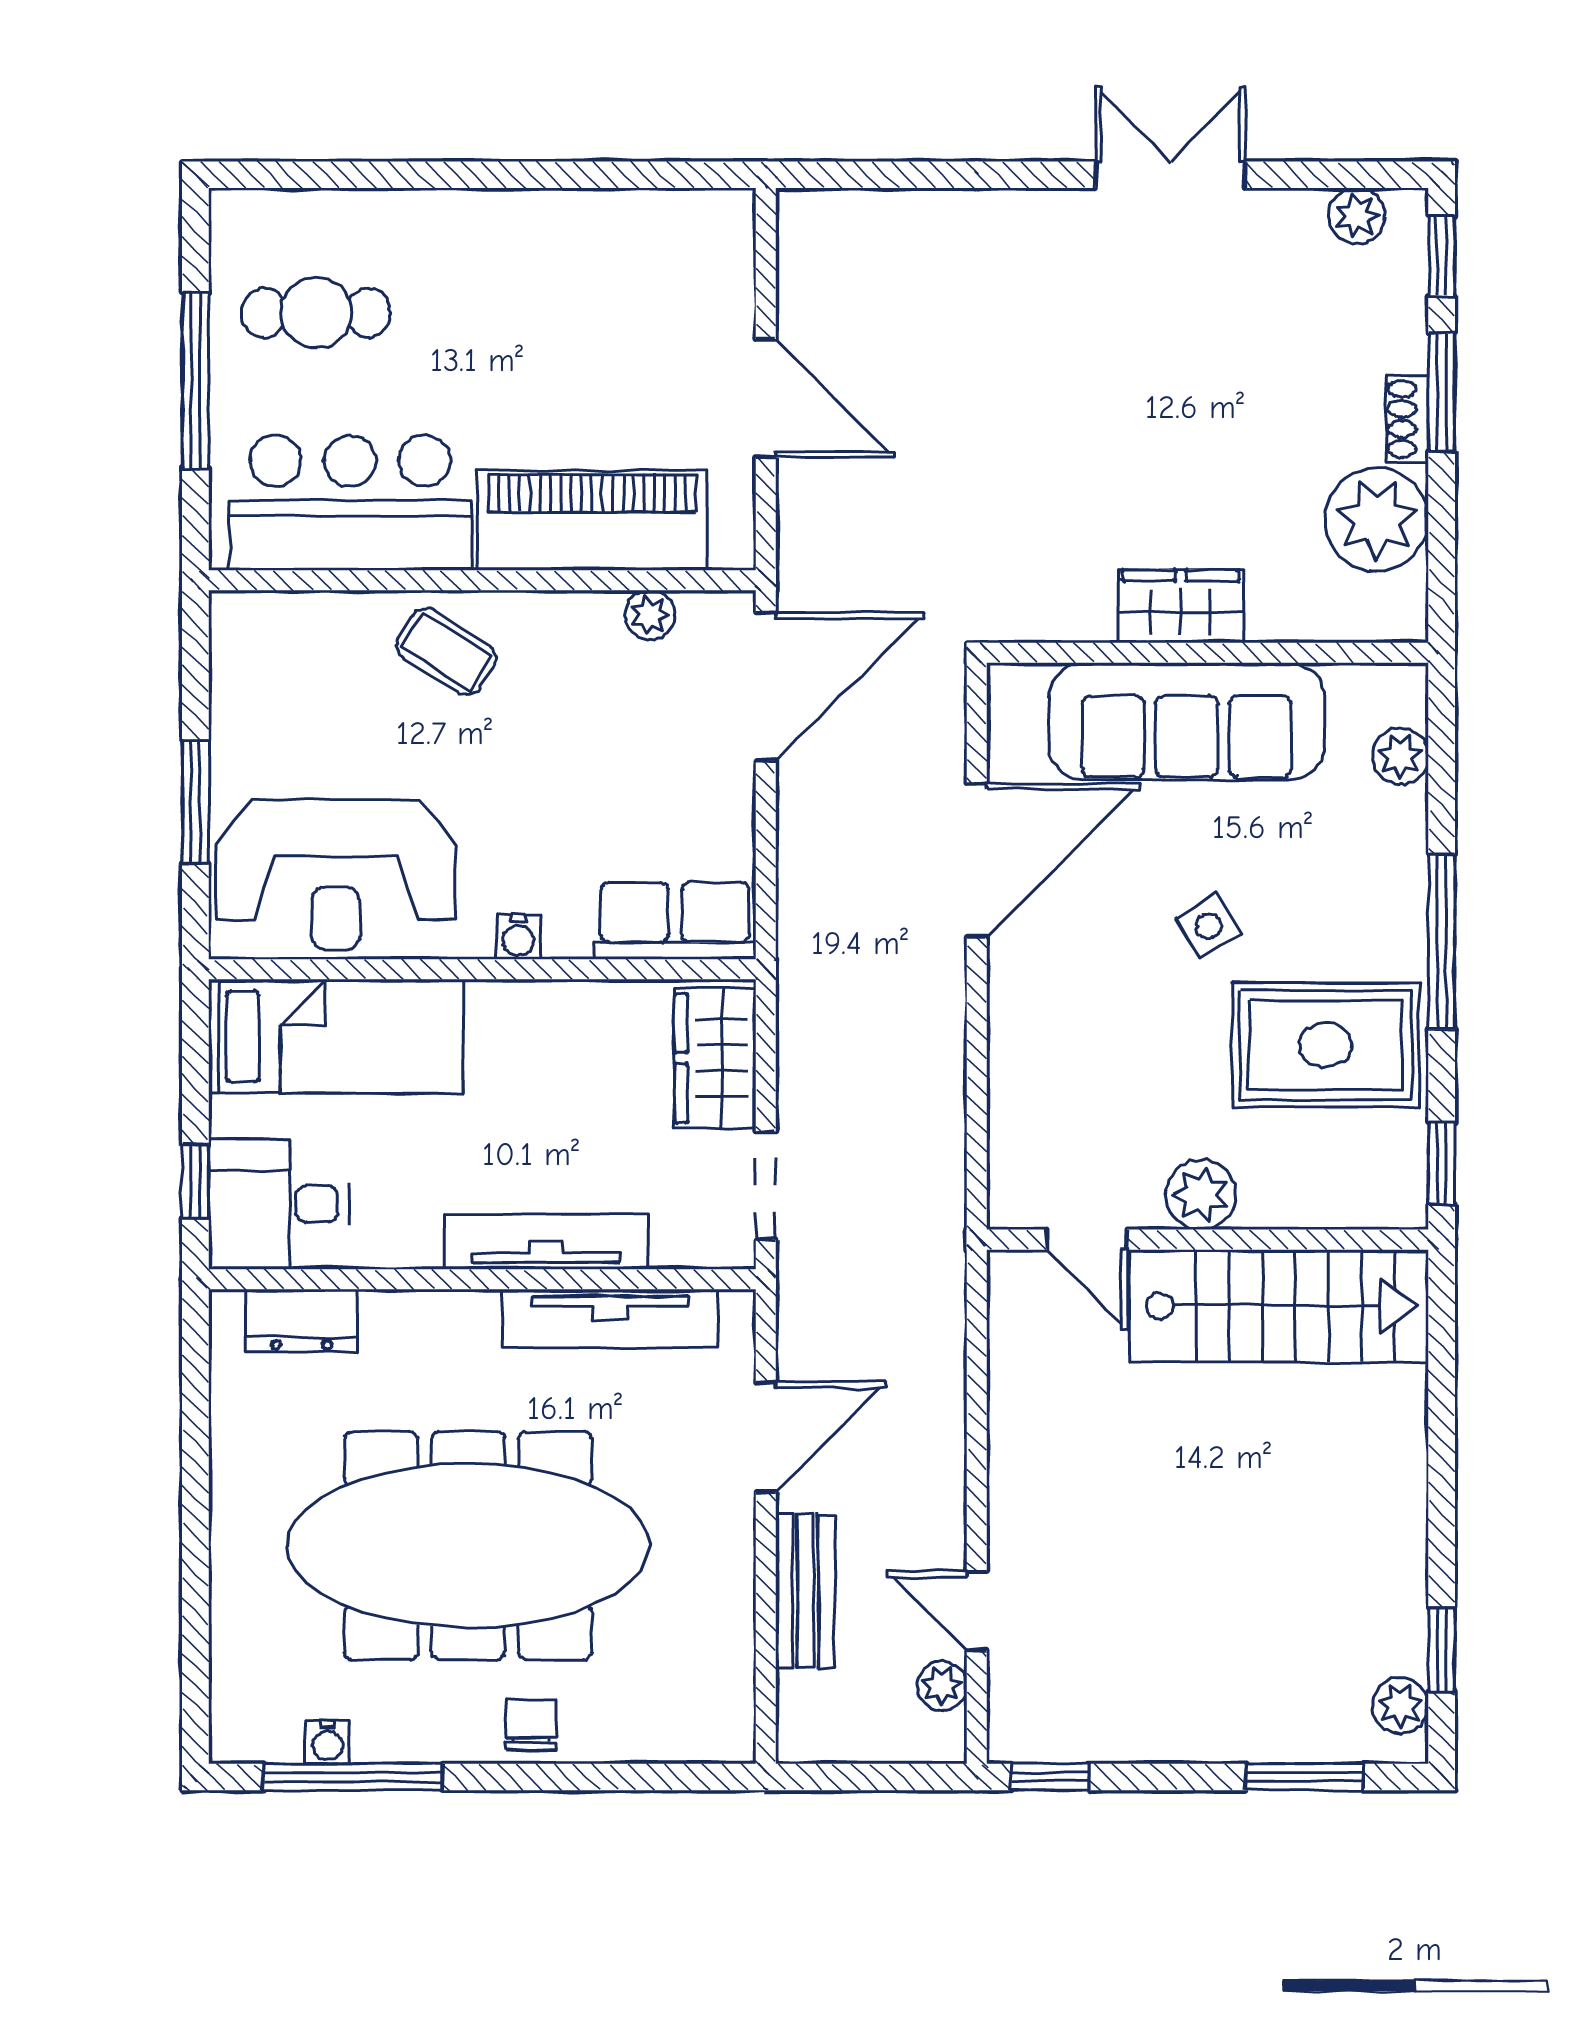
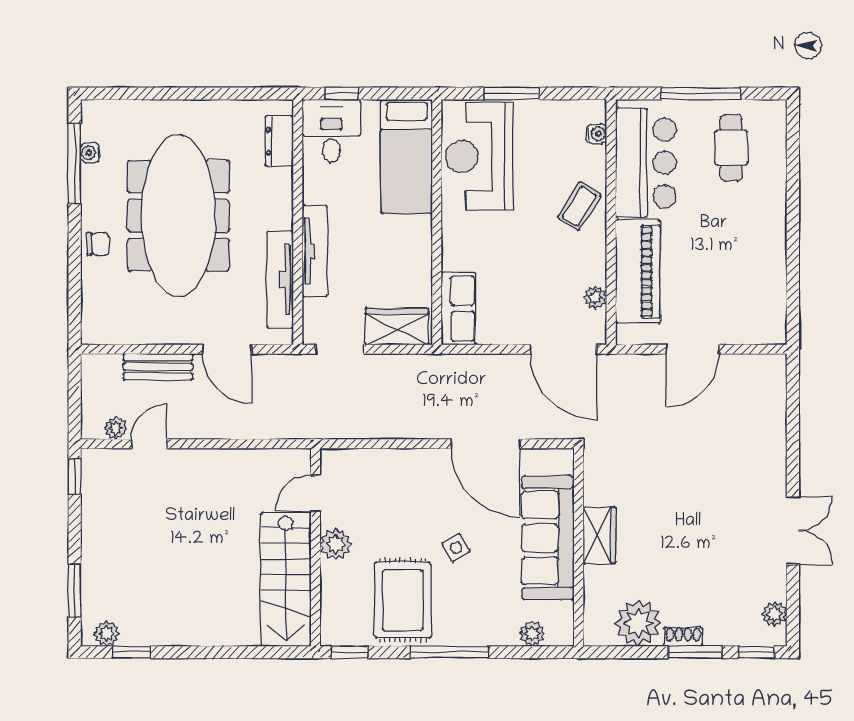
water cooler: (518, 937) -> (597, 134), moved, turned 180

